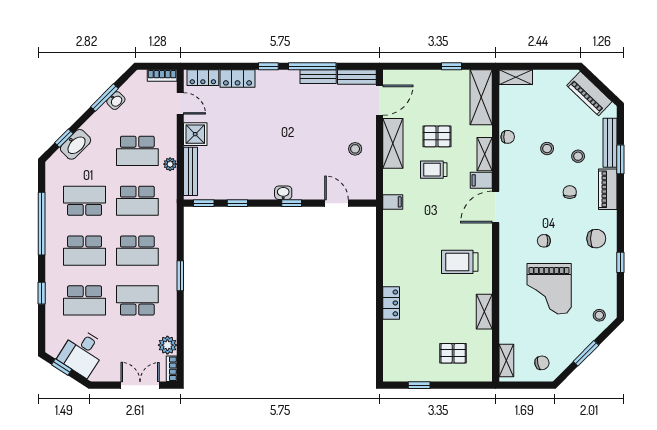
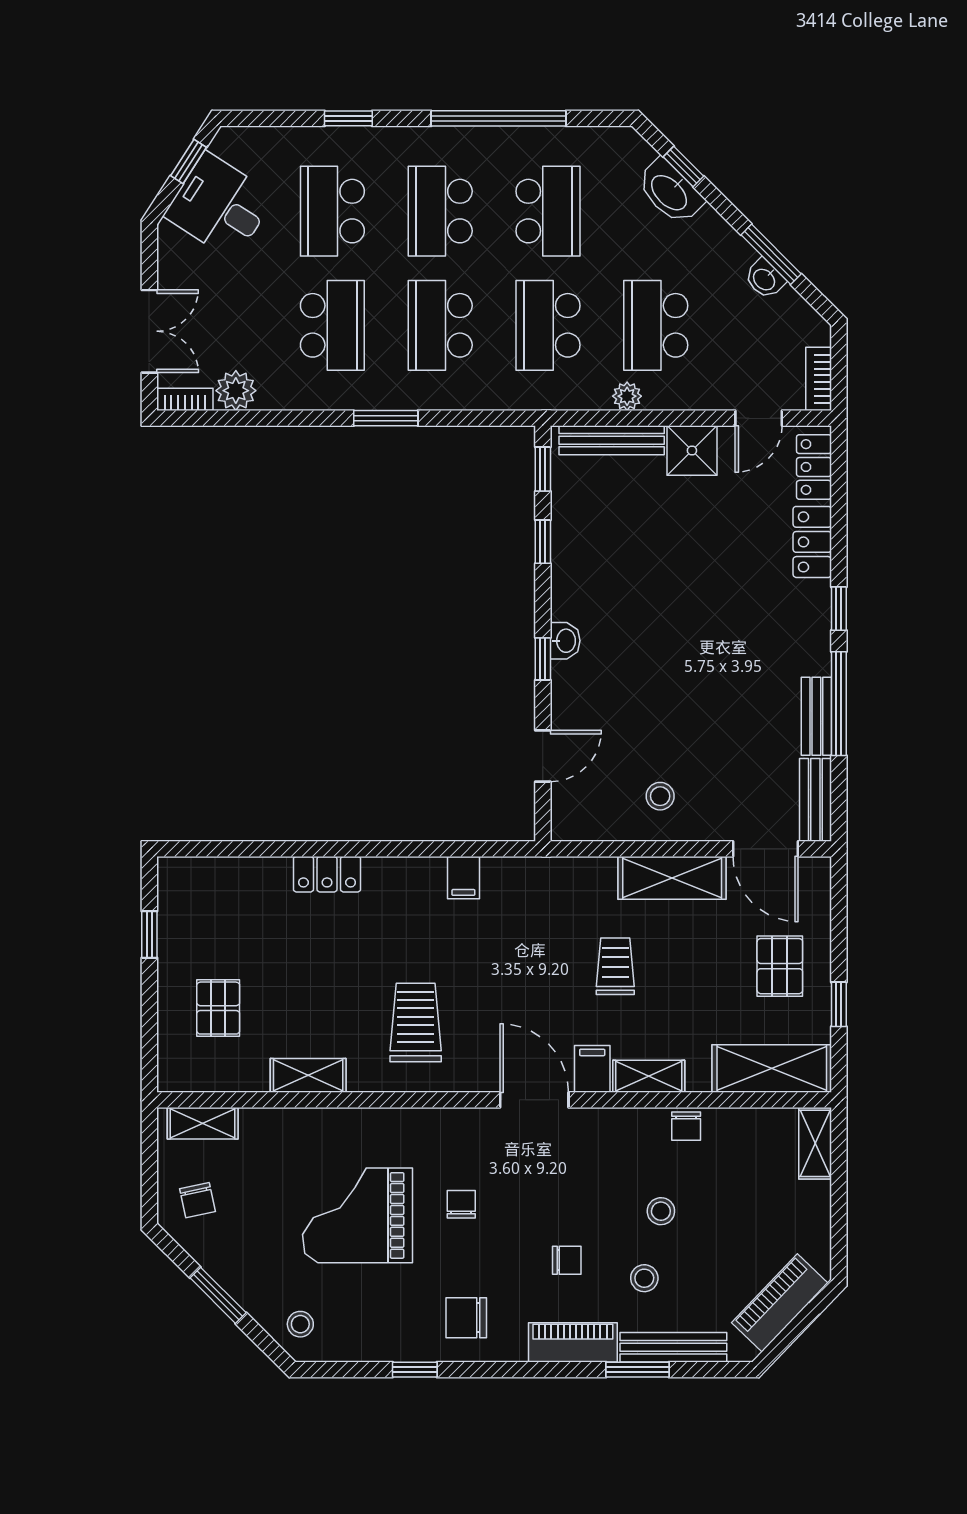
pallet: (437, 136) -> (780, 966), moved
filing cabinet: (393, 202) -> (463, 878), moved
chair: (596, 239) -> (466, 1318), turned 90

